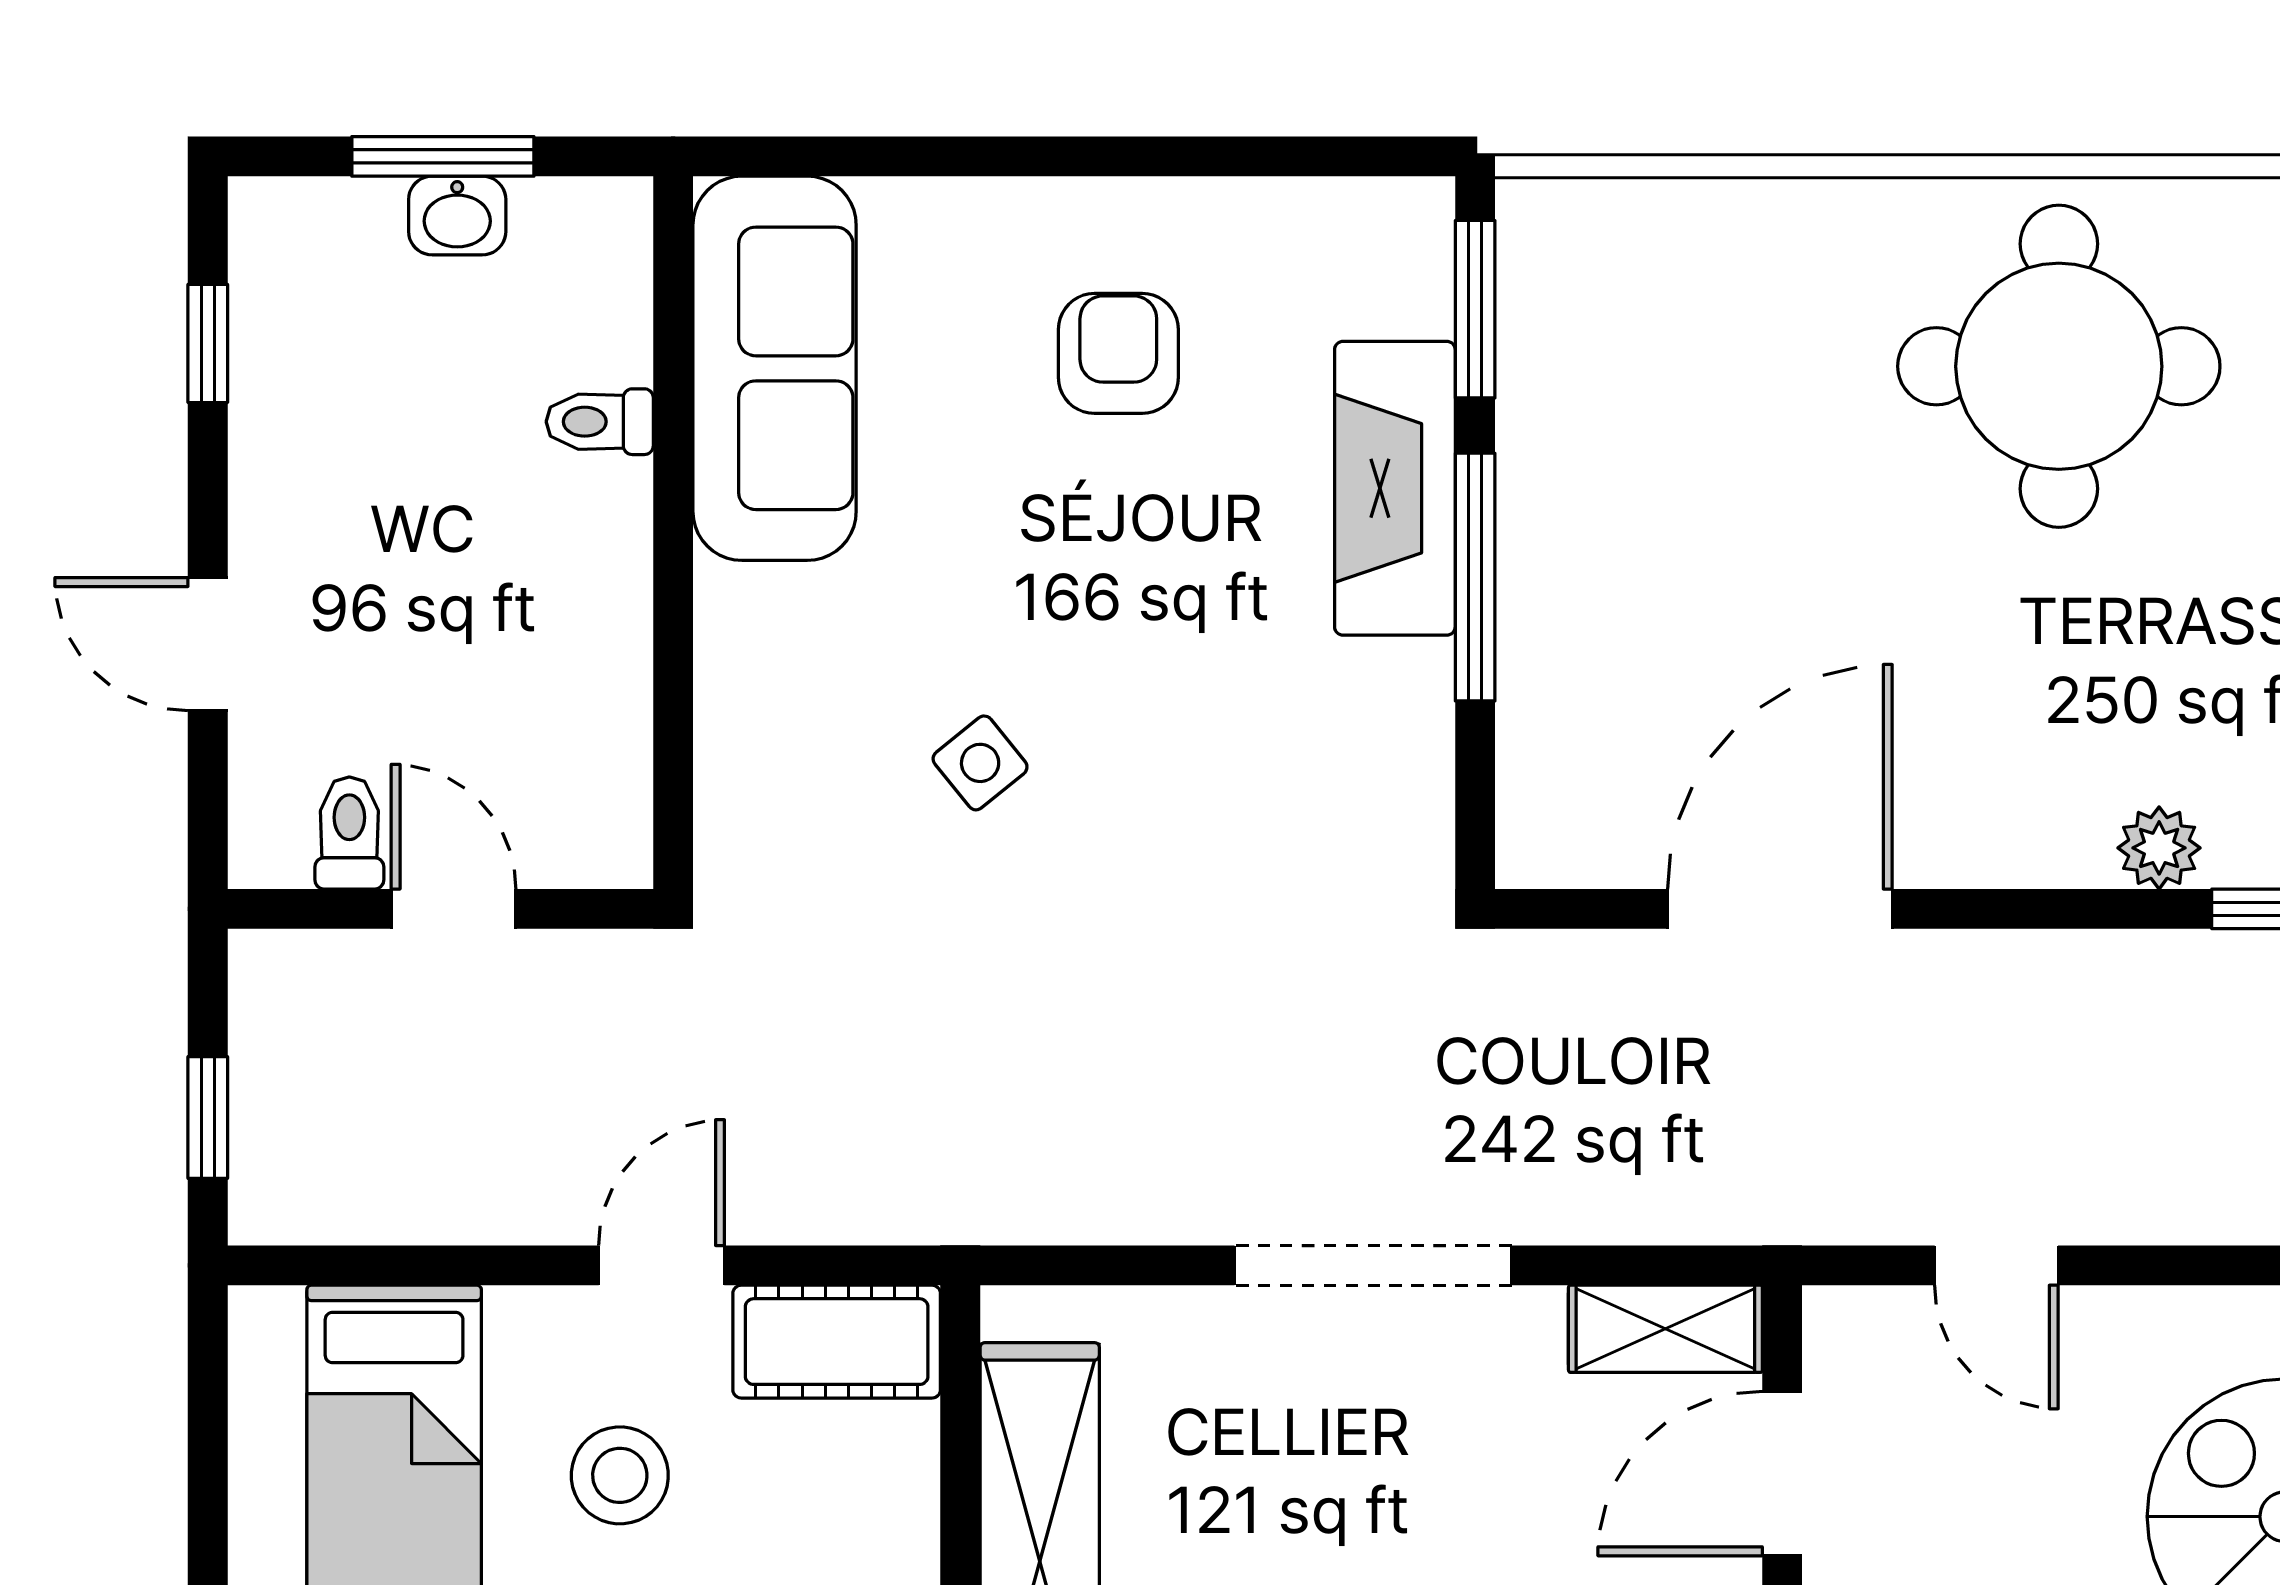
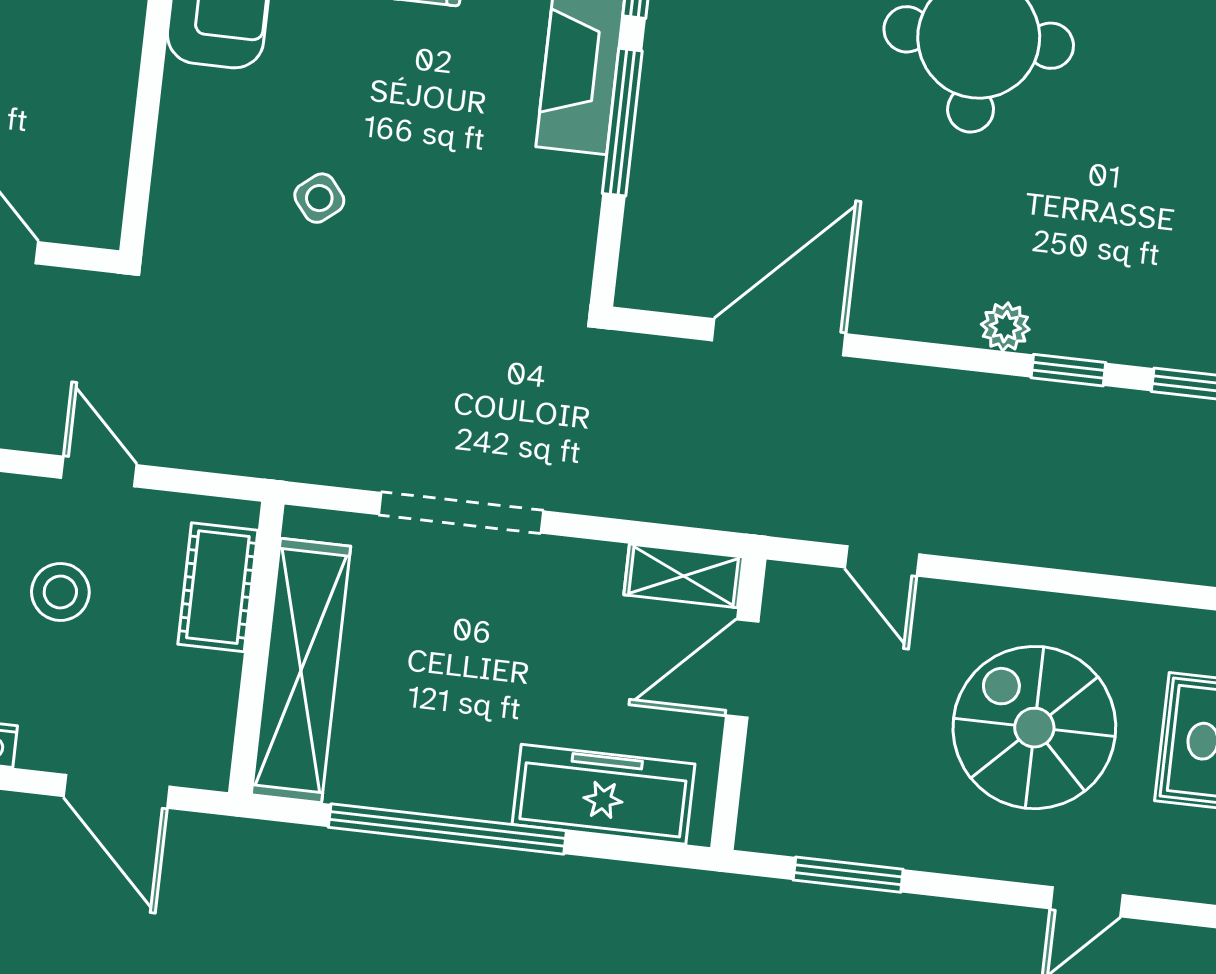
door: (662, 1265) -> (99, 472), hinge flipped
doorway: (1373, 1265) -> (461, 513), moved
cot: (837, 1342) -> (218, 587), moved, turned 90

